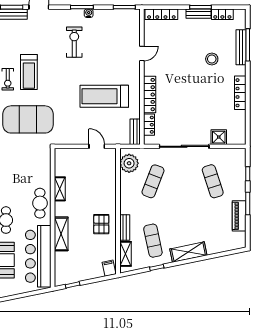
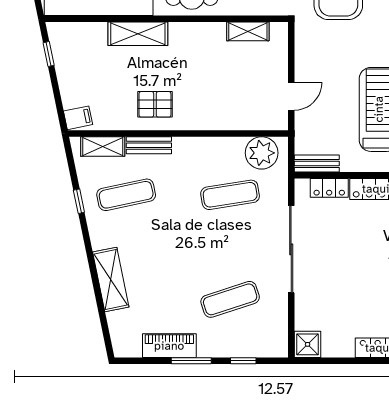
shower: (219, 137) -> (308, 344), moved
exercise mat: (153, 181) -> (230, 195), turned -30
shelving: (60, 189) -> (248, 31), moved
shelving: (188, 252) -> (111, 279), moved

